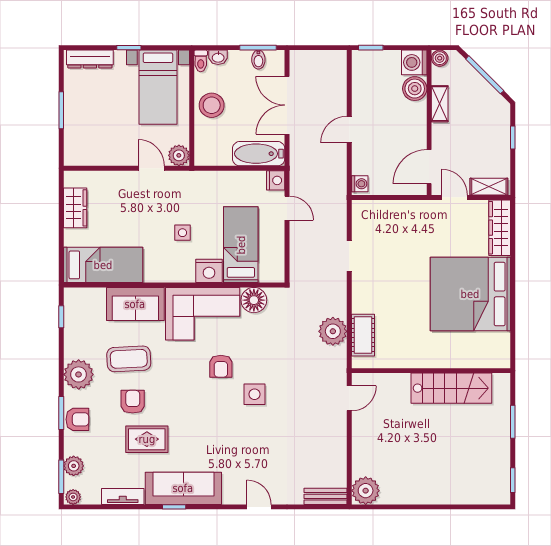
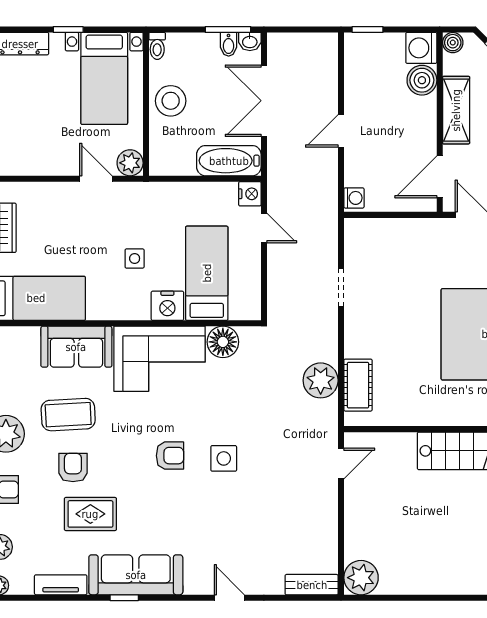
washbasin: (218, 57) -> (250, 42), moved
shelving: (440, 104) -> (456, 110), width x1.50, depth x1.33
armchair: (221, 366) -> (170, 456), moved, turned -90

